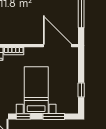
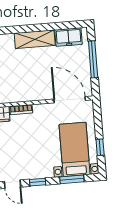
bed with nightstands: (36, 90) -> (75, 149), moved

